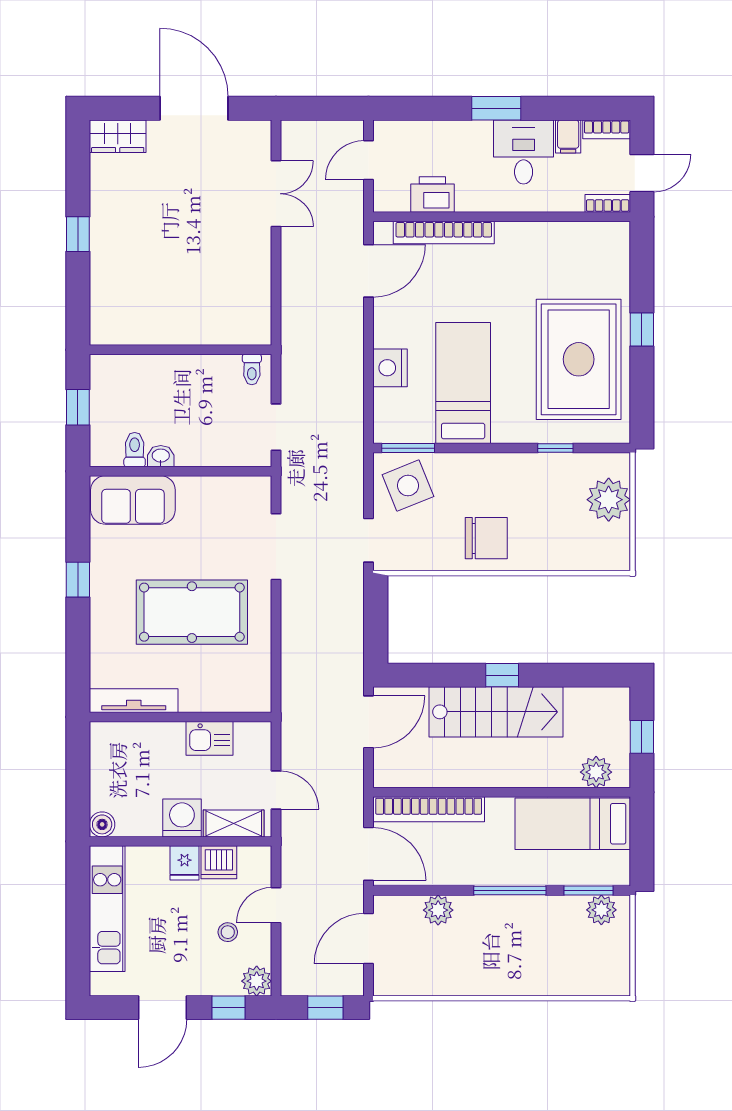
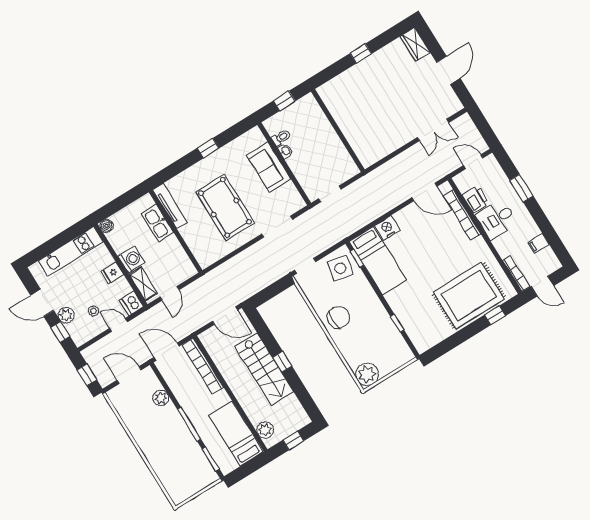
door: (194, 108) -> (448, 70), width x0.73
window: (496, 108) -> (521, 188), moved
bookcase: (607, 129) -> (552, 258), removed
desk: (524, 152) -> (497, 219), moved, turned 180
bookcase: (608, 203) -> (516, 274), width x1.56
window: (642, 329) -> (495, 315), moved
rug: (579, 359) -> (469, 296), moved
toilet: (252, 369) -> (349, 167), removed
bed: (463, 383) -> (378, 261), moved, turned 90
window: (408, 448) -> (357, 258), width x0.67
side table: (408, 486) -> (340, 268), turned 34
sofa: (133, 500) -> (269, 167), moved
plant: (609, 500) -> (367, 374), moved
chair: (486, 538) -> (338, 317), turned -90
kitchen sink: (210, 738) -> (157, 223), moved, width x1.38
door: (369, 854) -> (167, 352), swing flipped
dishwasher: (219, 862) -> (131, 303), moved
plant: (601, 910) -> (206, 470), removed
plant: (257, 981) -> (66, 315), moved

